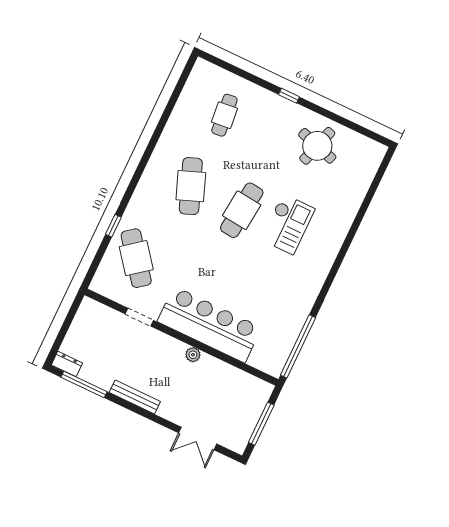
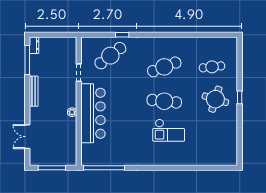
round table: (317, 146) -> (215, 99), moved

